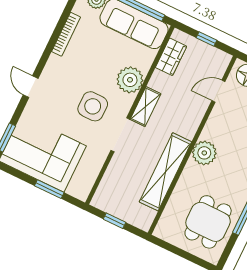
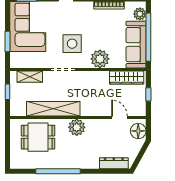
wardrobe: (171, 57) -> (127, 78), width x1.50
shelving: (145, 107) -> (30, 77), moved
dining table: (208, 222) -> (38, 137), moved

